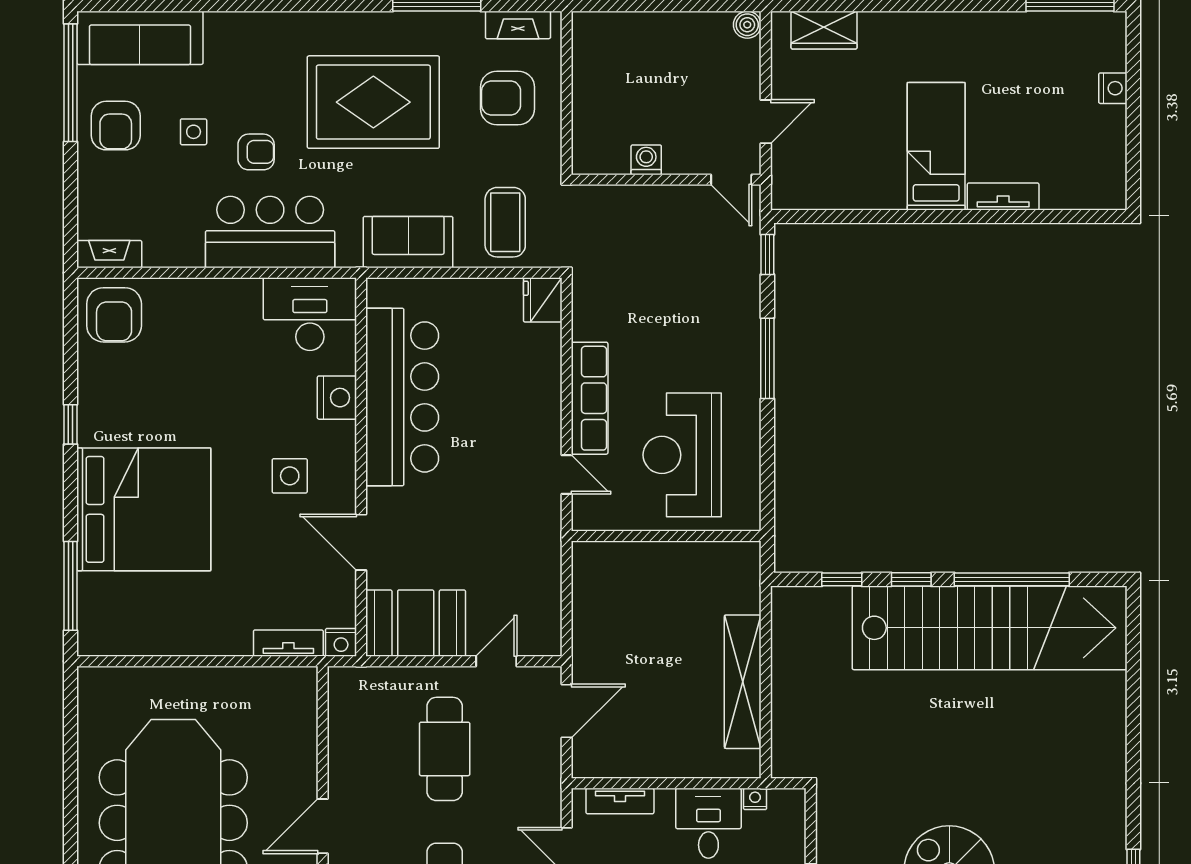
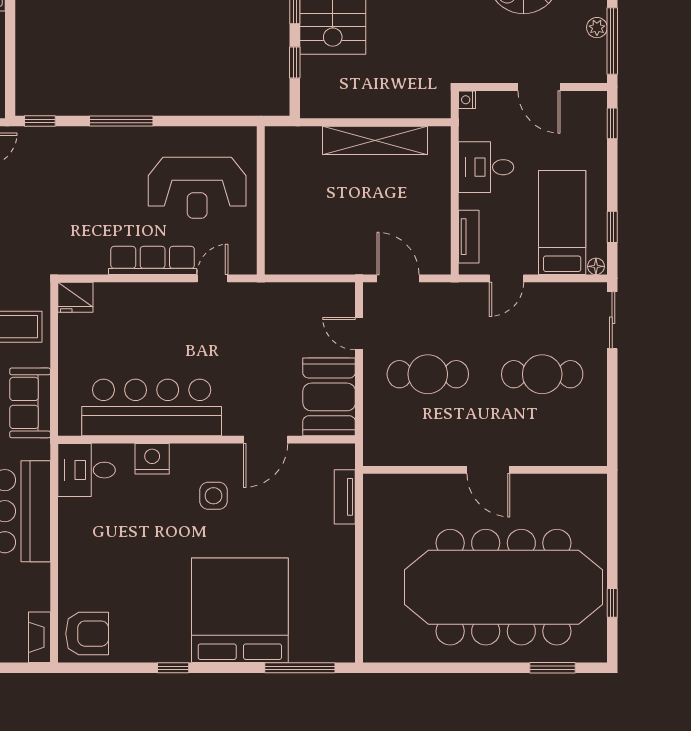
desk: (310, 314) -> (87, 470), width x0.73
nightstand: (341, 642) -> (344, 456), removed
nightstand: (755, 799) -> (467, 100), moved

